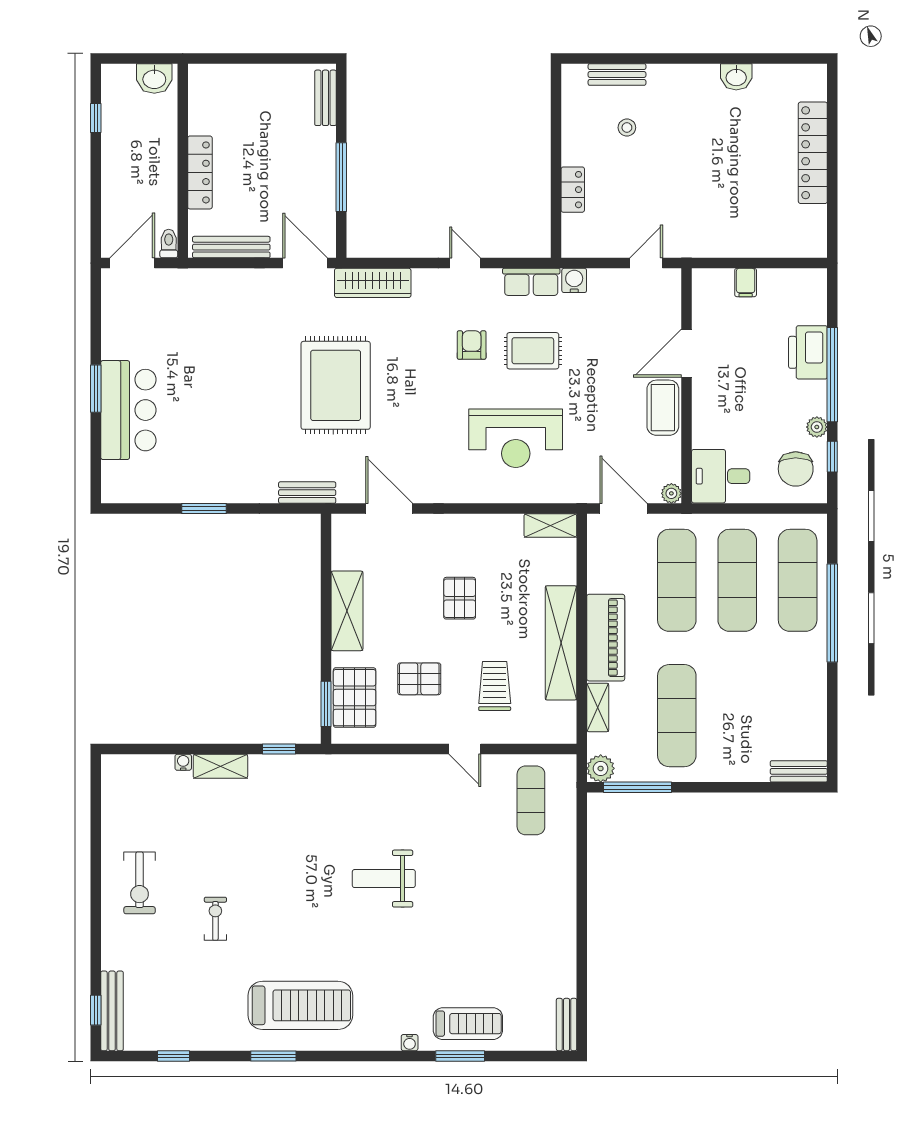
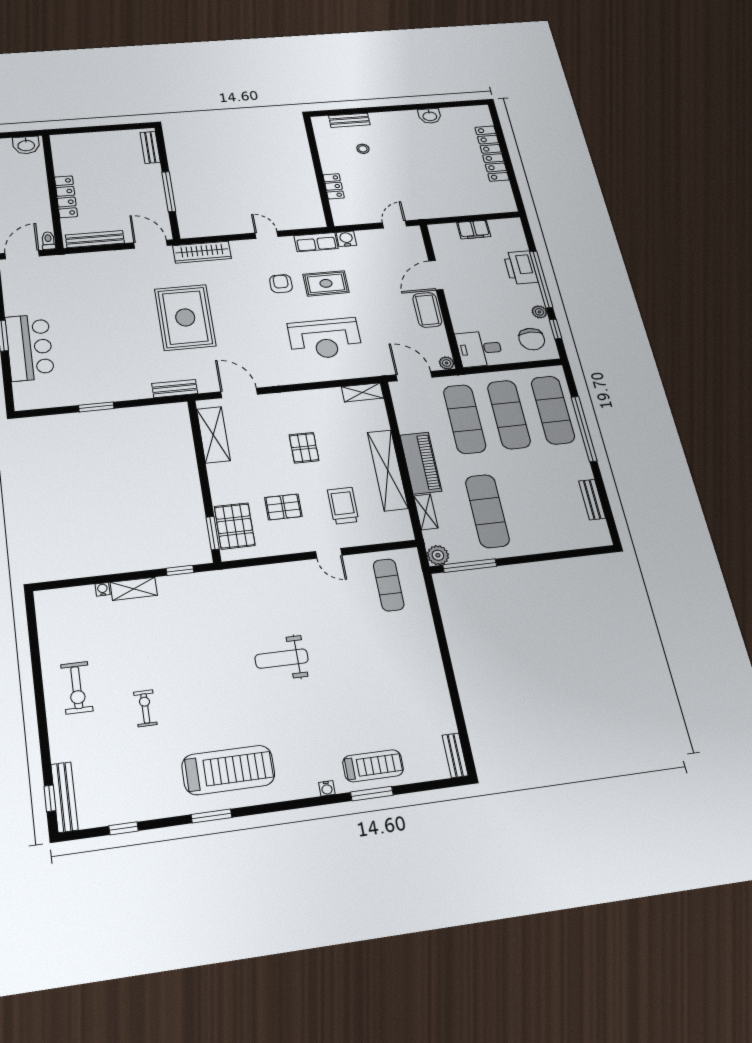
filing cabinet: (746, 282) -> (474, 230), width x2.00
shelving: (347, 611) -> (213, 435), moved
bench: (799, 771) -> (592, 500), moved, turned 90

